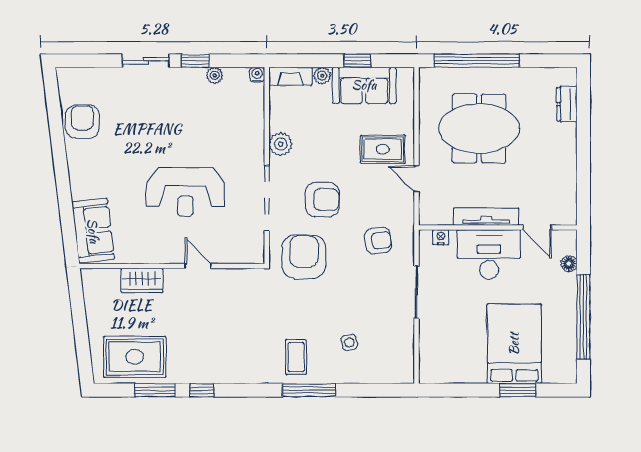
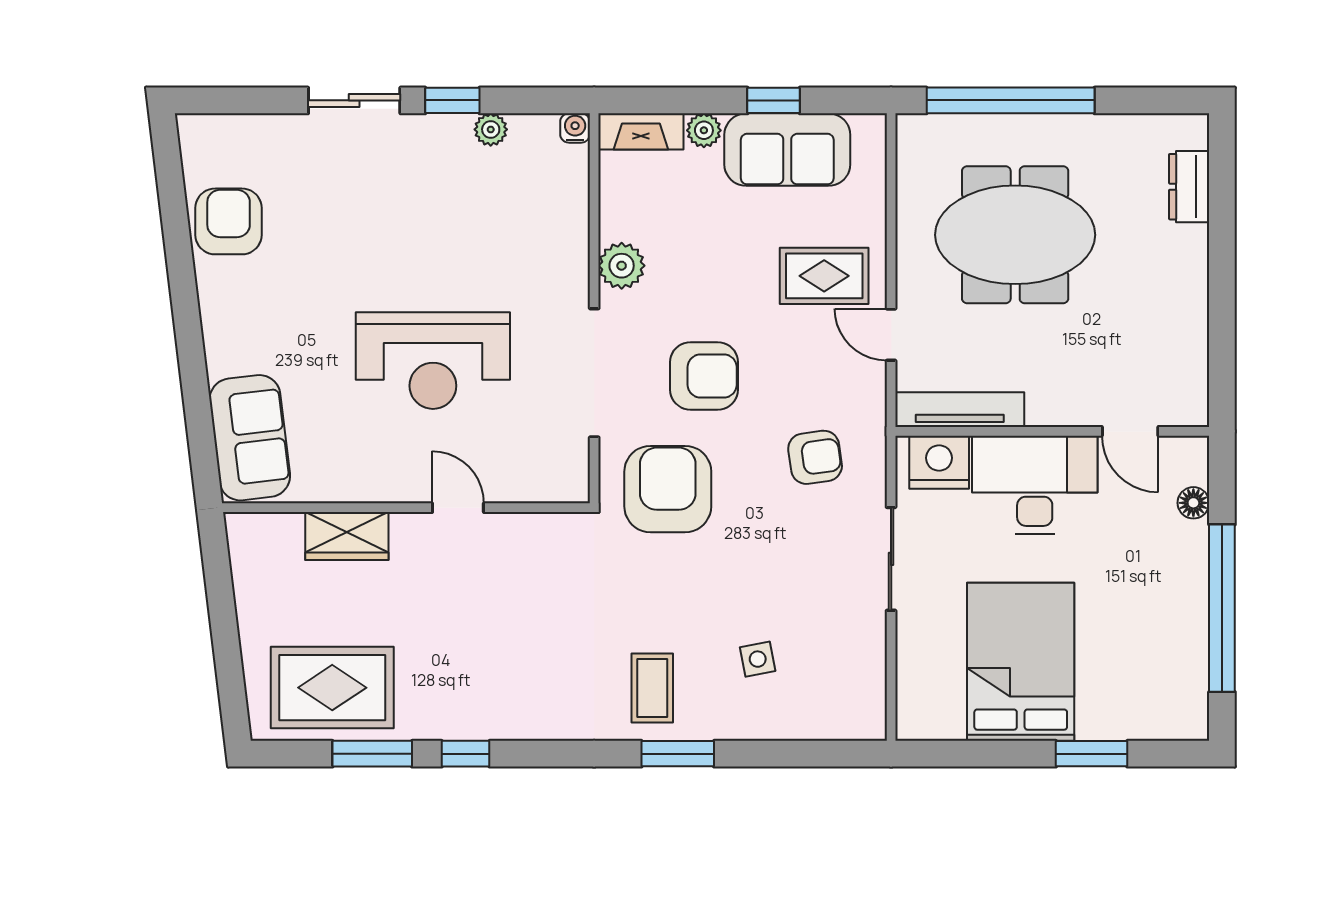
tv unit: (486, 217) -> (960, 410), moved
nightstand: (441, 237) -> (939, 462), width x1.89, depth x1.79
bed: (514, 344) -> (1021, 662), moved
window: (309, 390) -> (678, 754), width x0.69

